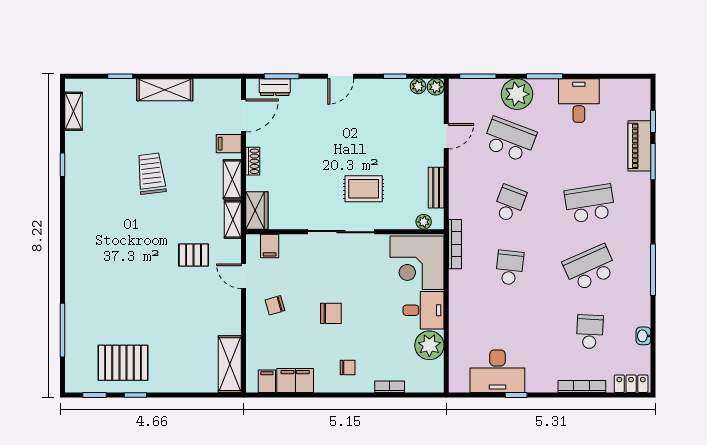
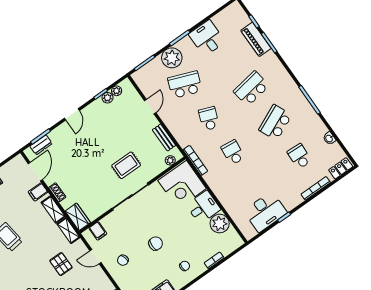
plant: (436, 87) -> (107, 98), moved
pallet: (194, 255) -> (61, 264), turned 90

